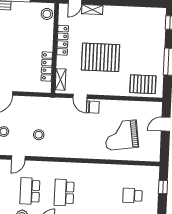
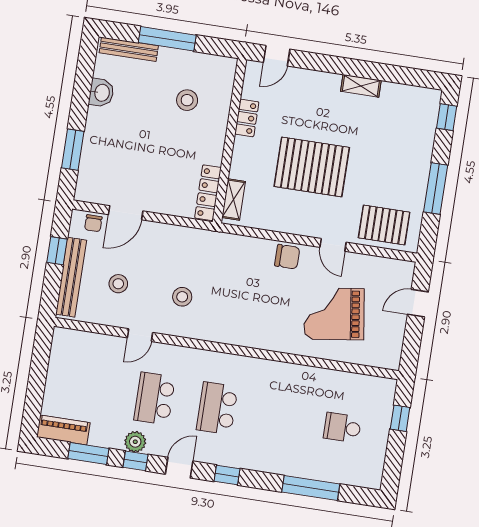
shelving: (92, 10) -> (361, 86), moved
stool: (47, 14) -> (187, 100), moved
locker: (63, 40) -> (247, 118), width x0.66
locker: (47, 66) -> (208, 193), moved
door: (80, 96) -> (333, 245), moved

